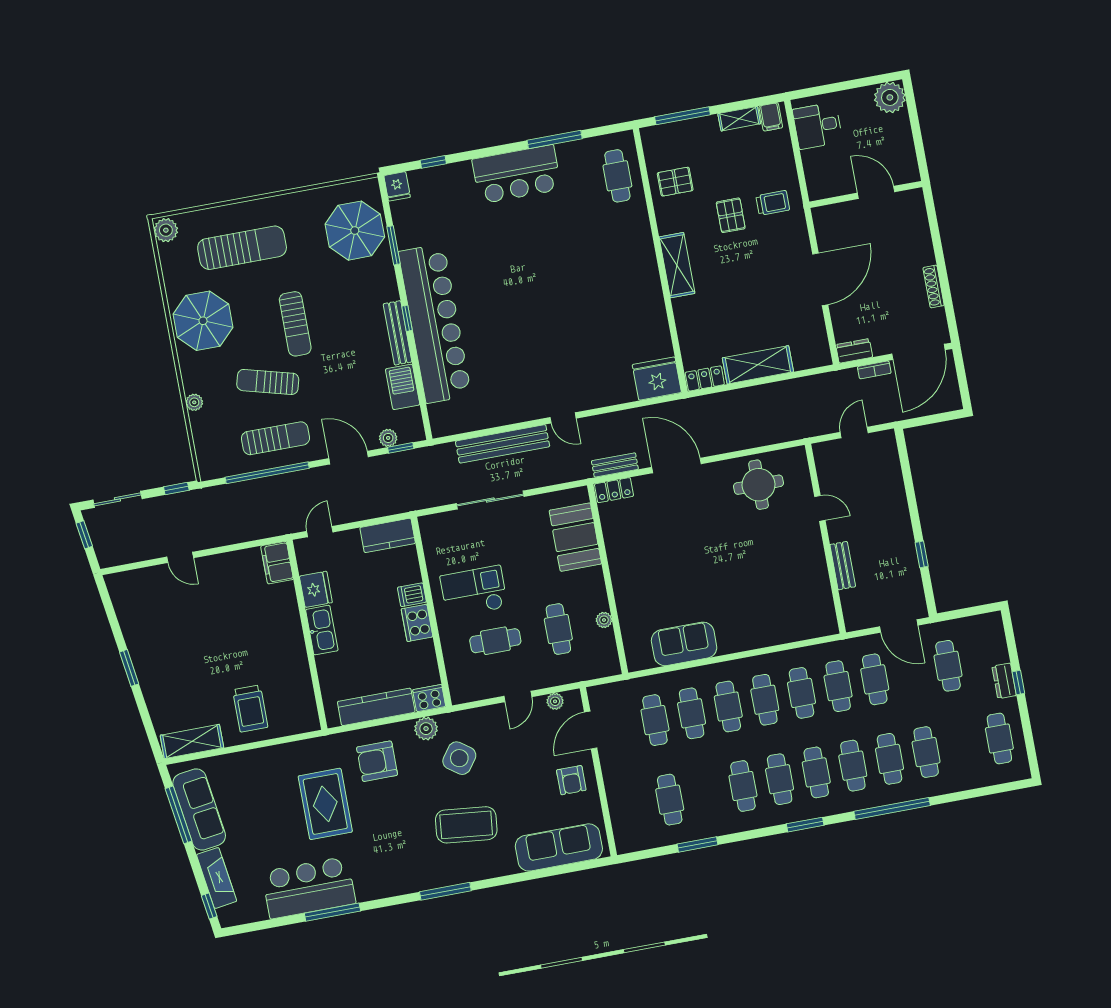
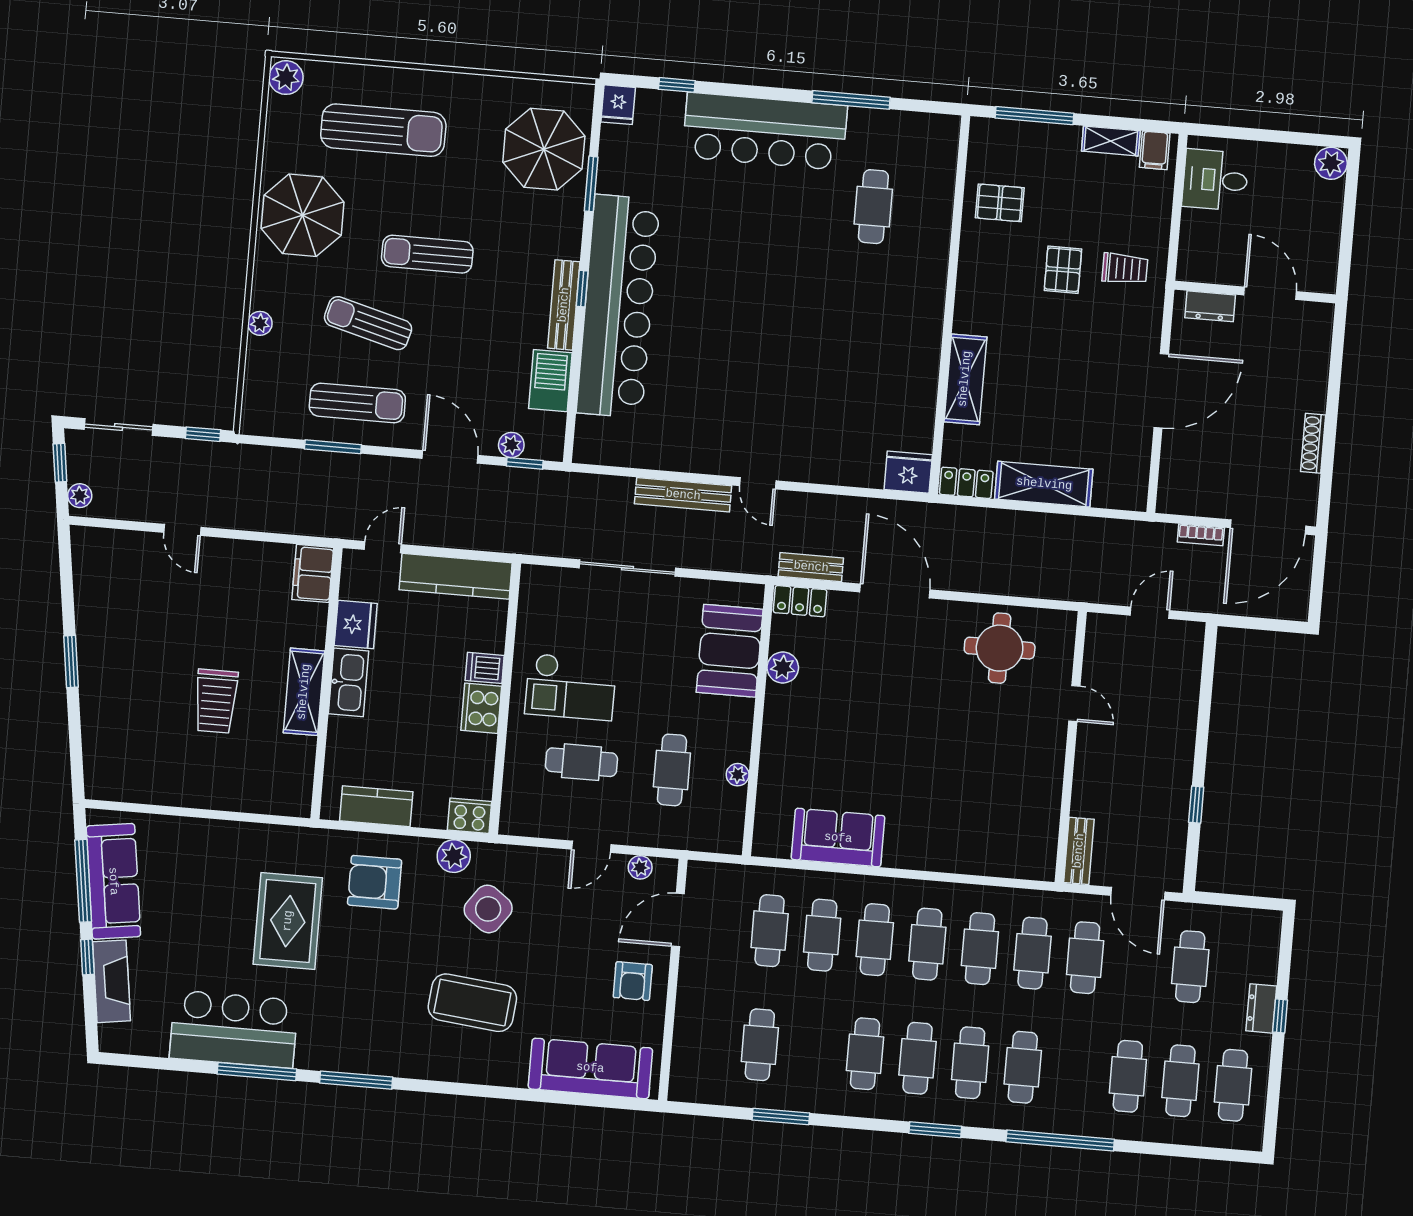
plant: (890, 97) -> (1331, 163), width x0.73, depth x0.73
bar counter: (517, 174) -> (765, 131), width x1.36
cafe table: (617, 176) -> (873, 207), moved
shelving: (677, 265) -> (965, 379), moved
sun lounger: (295, 324) -> (427, 254), turned 90
dresser: (854, 351) -> (1210, 306), moved, turned 180
fridge: (657, 379) -> (908, 472), width x0.73, depth x0.75
bench: (503, 444) -> (683, 495), width x0.73, depth x0.82
window: (267, 473) -> (333, 447), width x0.47
kitchen counter: (388, 535) -> (456, 576), width x1.50
plant: (615, 539) -> (783, 668), added
plant: (104, 553) -> (80, 496), added
bench: (843, 566) -> (1079, 851), moved
checkout: (474, 592) -> (571, 687), turned 180
kitchen counter: (376, 707) -> (376, 806), width x0.67
trolley: (250, 709) -> (216, 701), moved
shelving: (192, 741) -> (304, 692), moved, turned 90
cafe table: (889, 759) -> (1180, 1081), moved
window: (445, 891) -> (356, 1080), moved
window: (209, 906) -> (87, 957), moved

